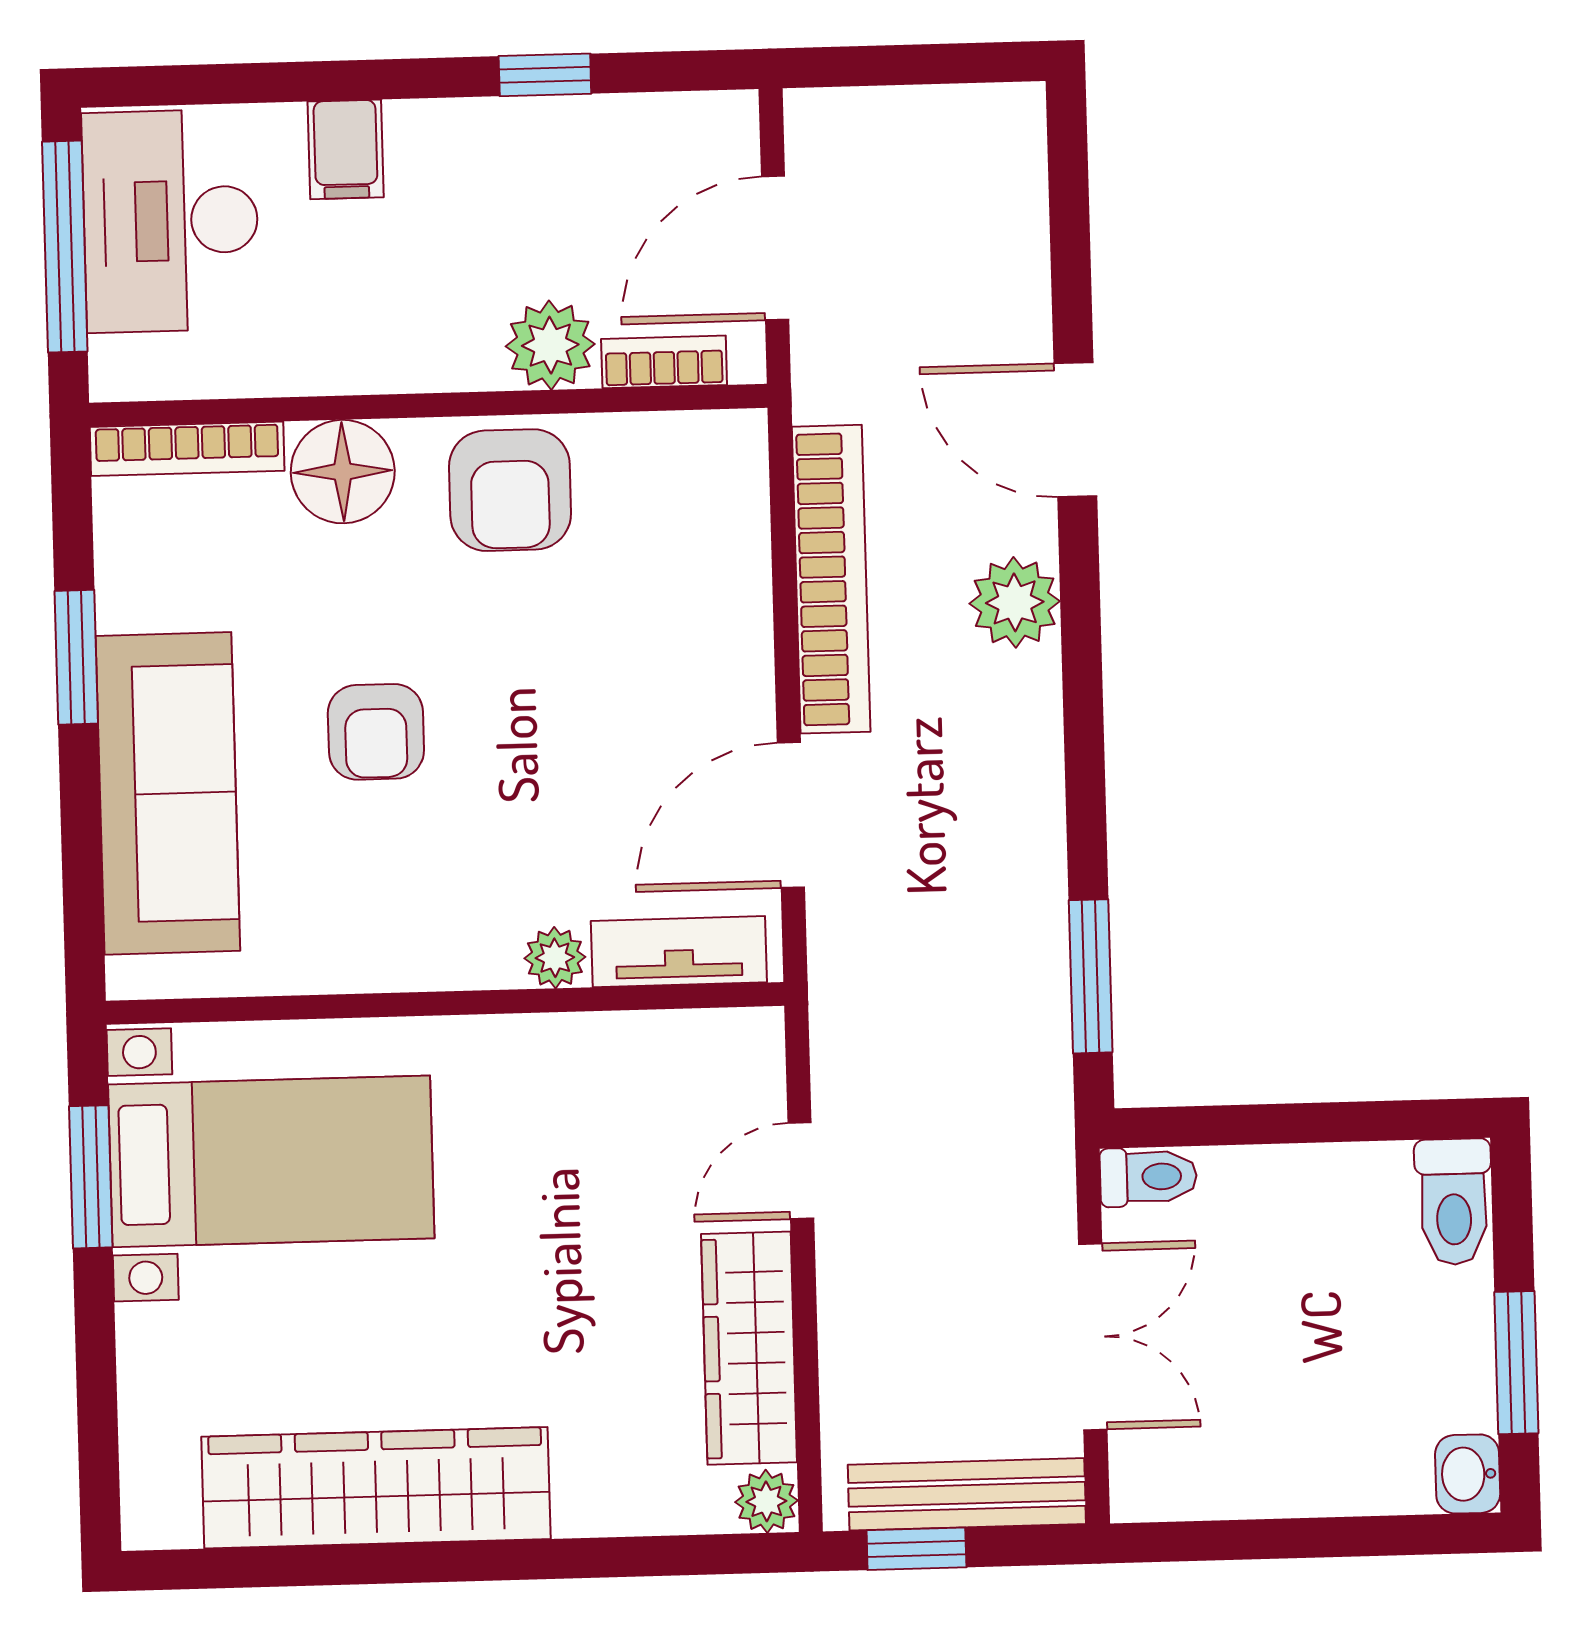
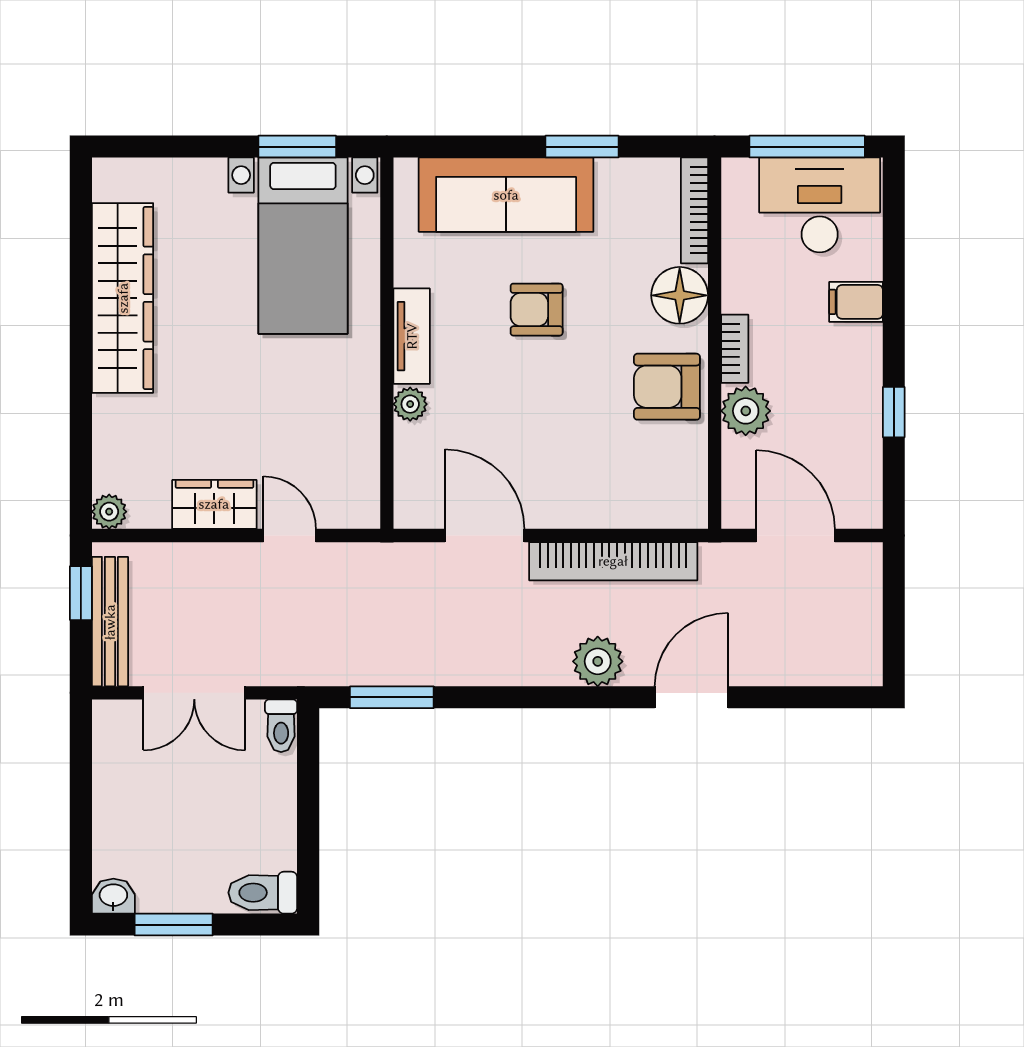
bookcase: (664, 362) -> (735, 349), moved
tv unit: (679, 952) -> (412, 336), moved
wardrobe: (749, 1348) -> (214, 504), width x0.67

